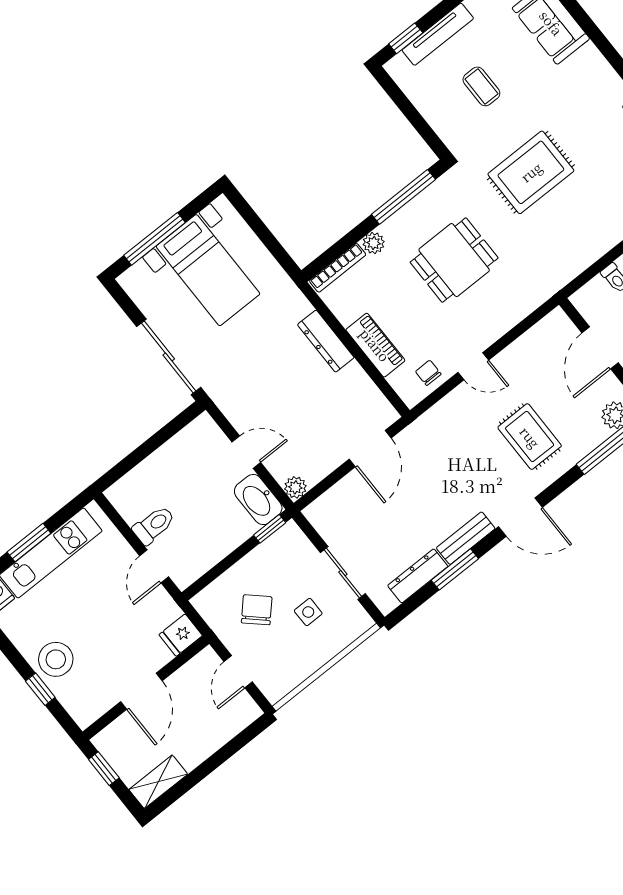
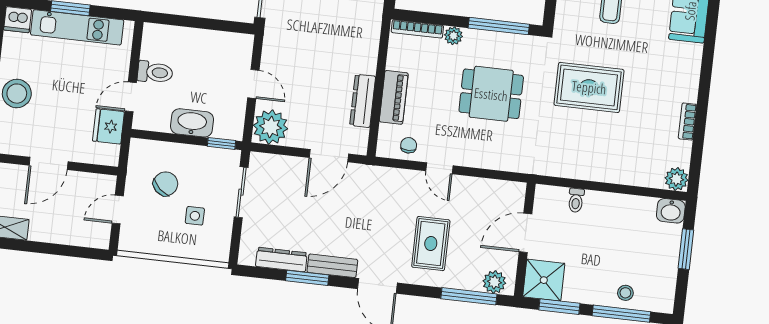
dresser: (326, 341) -> (363, 101), moved
plant: (295, 487) -> (271, 127), width x1.88, depth x1.88
washbasin: (258, 500) -> (192, 123), moved, turned 90
sliding door: (343, 573) -> (241, 192), moved
fridge: (181, 635) -> (108, 126), moved, width x1.38

